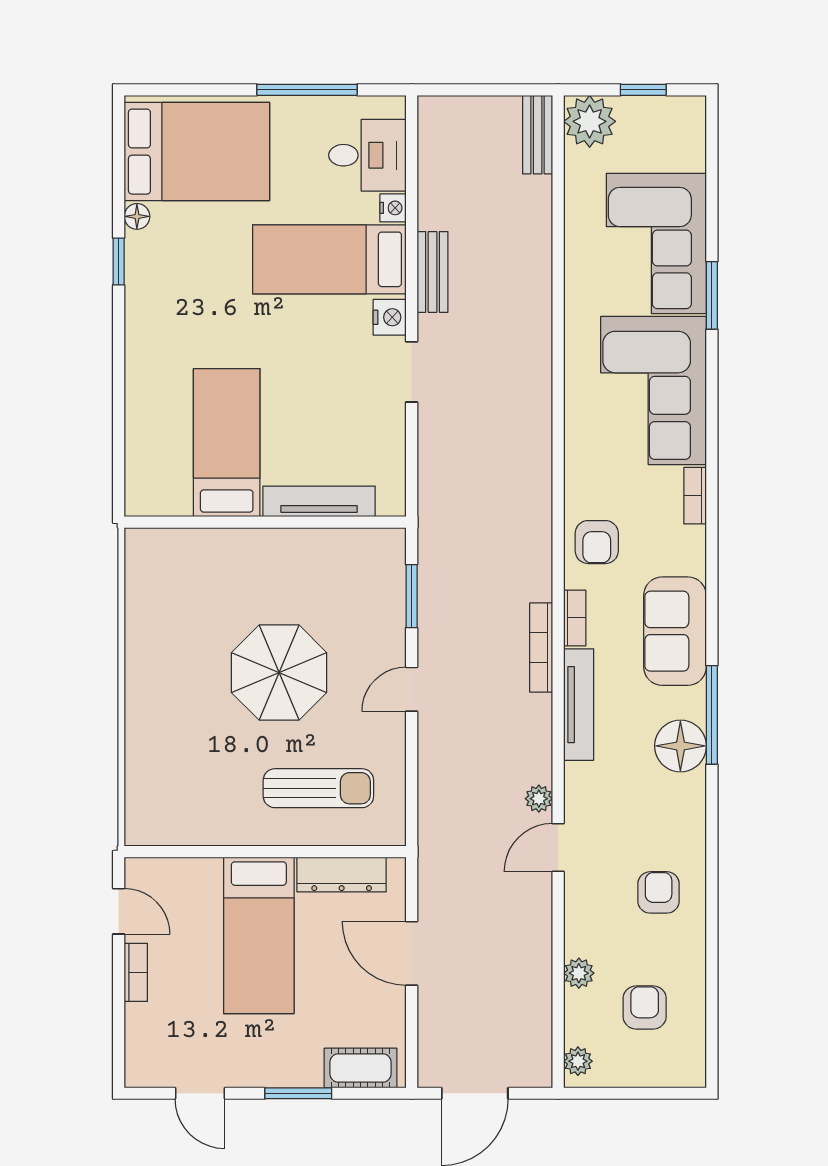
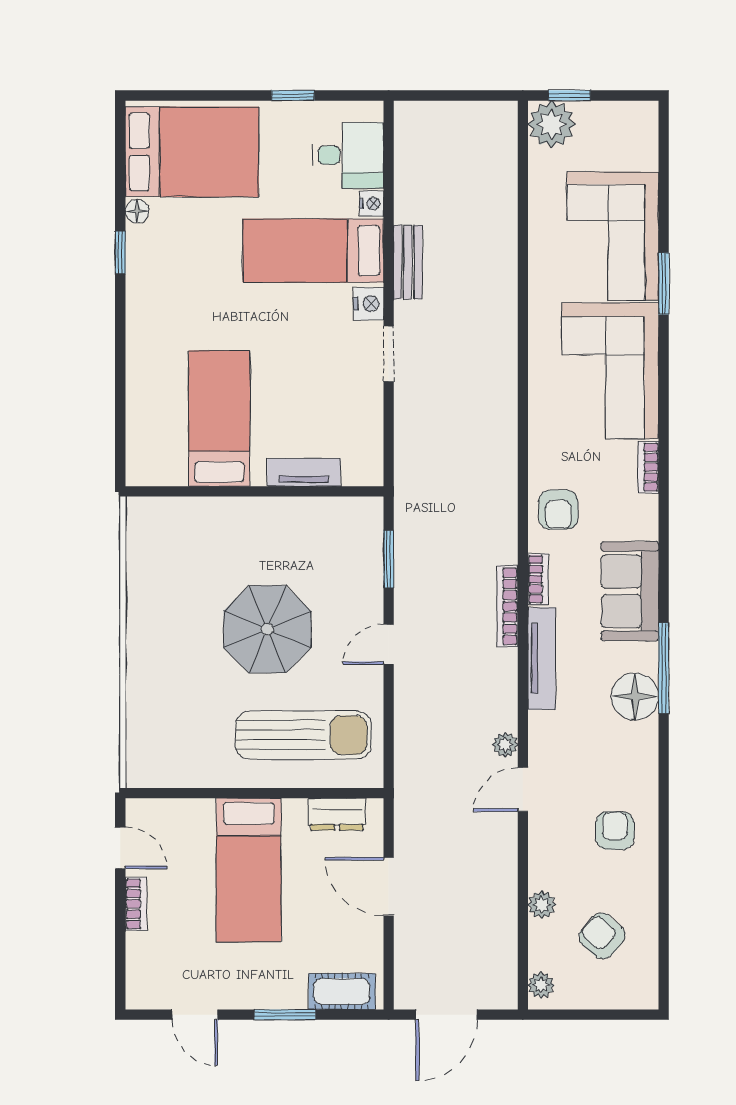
window: (307, 90) -> (293, 95), width x0.46
window: (643, 90) -> (569, 95), moved
bench: (538, 135) -> (504, 136), removed
tv unit: (319, 501) -> (304, 472), width x0.71
sun lounger: (318, 788) -> (303, 735), width x1.36, depth x1.34
dresser: (342, 875) -> (337, 814), width x0.70
armchair: (645, 1007) -> (602, 936), turned -48

